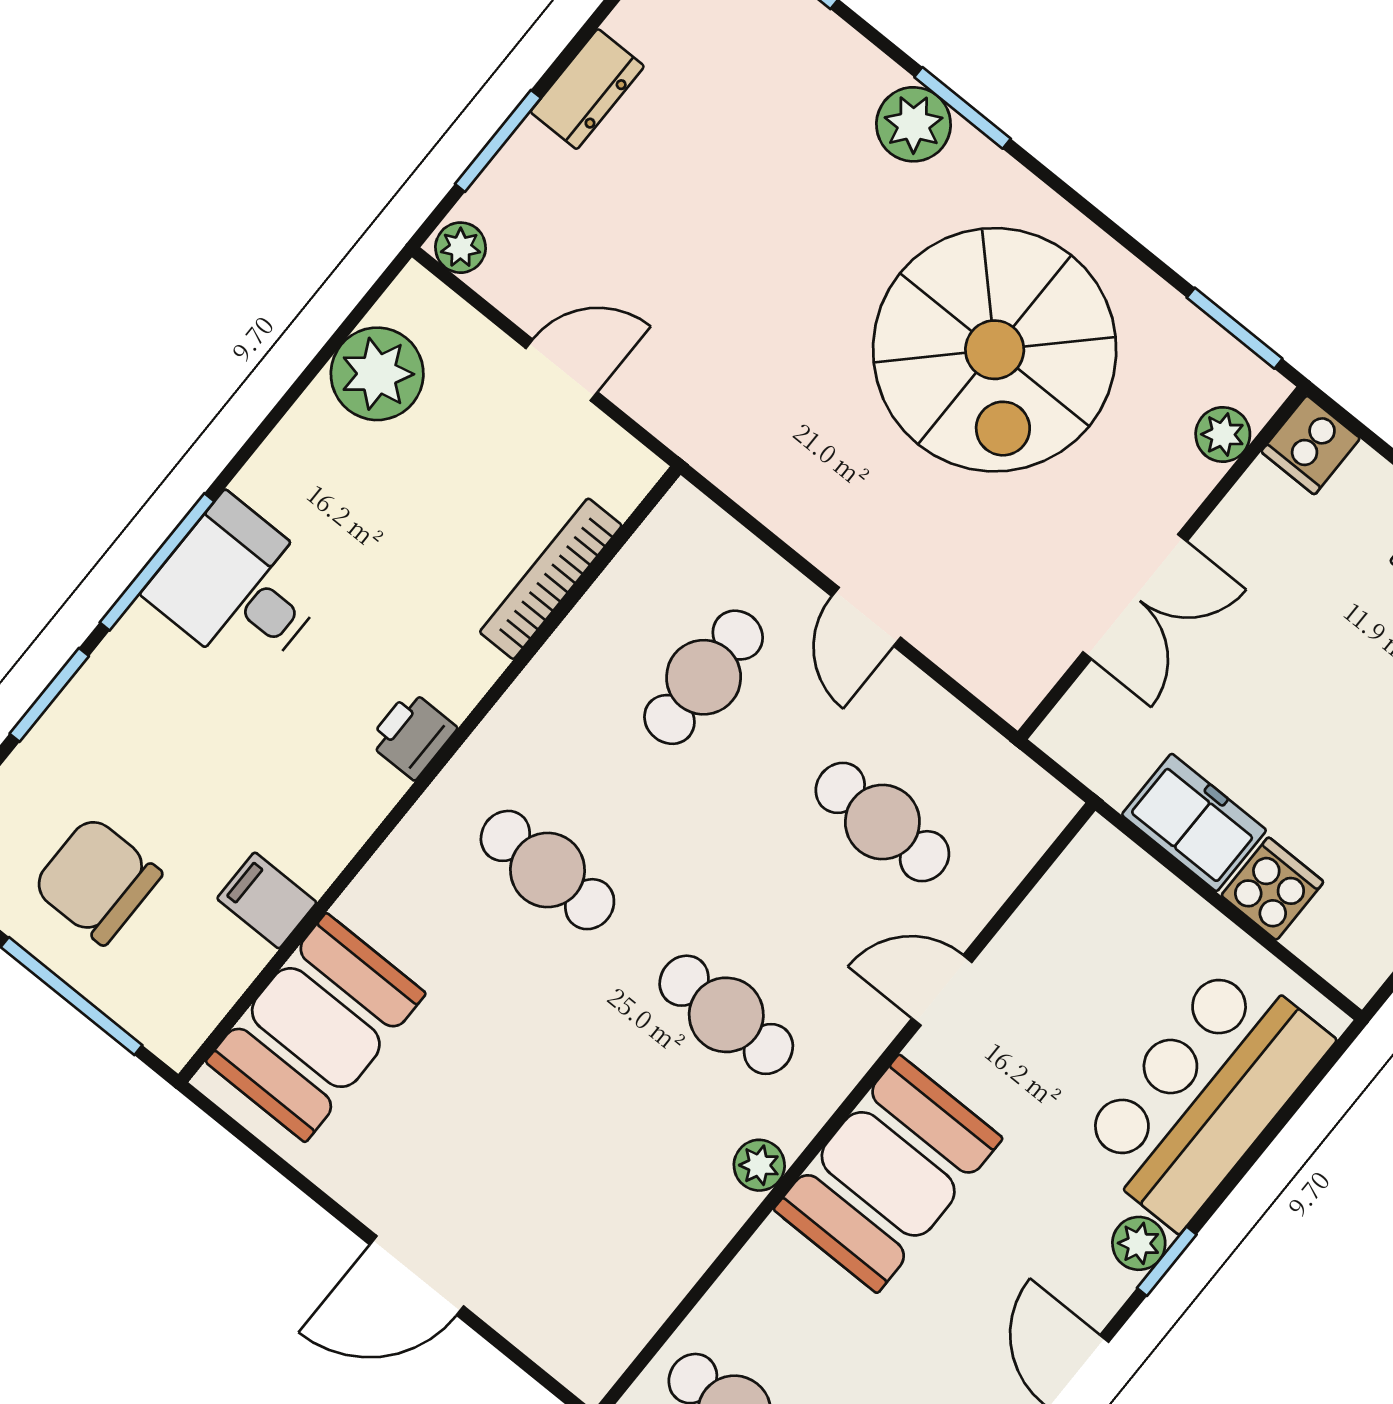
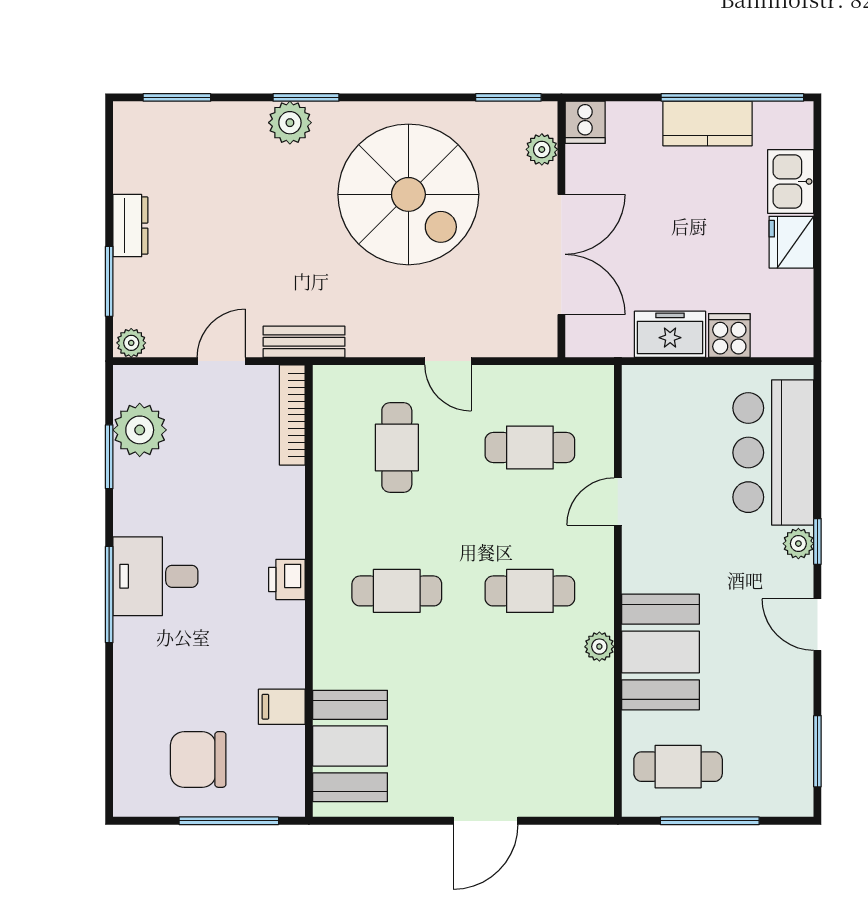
bench: (694, 434) -> (304, 342), added
bookcase: (551, 579) -> (292, 415), moved
double door: (1135, 597) -> (561, 254), width x1.37
window: (49, 695) -> (109, 457), moved
booth: (888, 1174) -> (660, 652), moved

